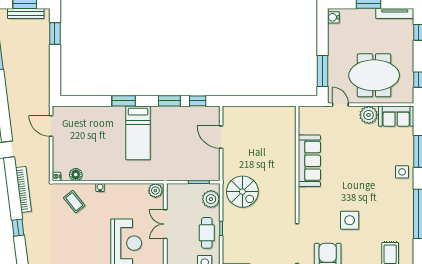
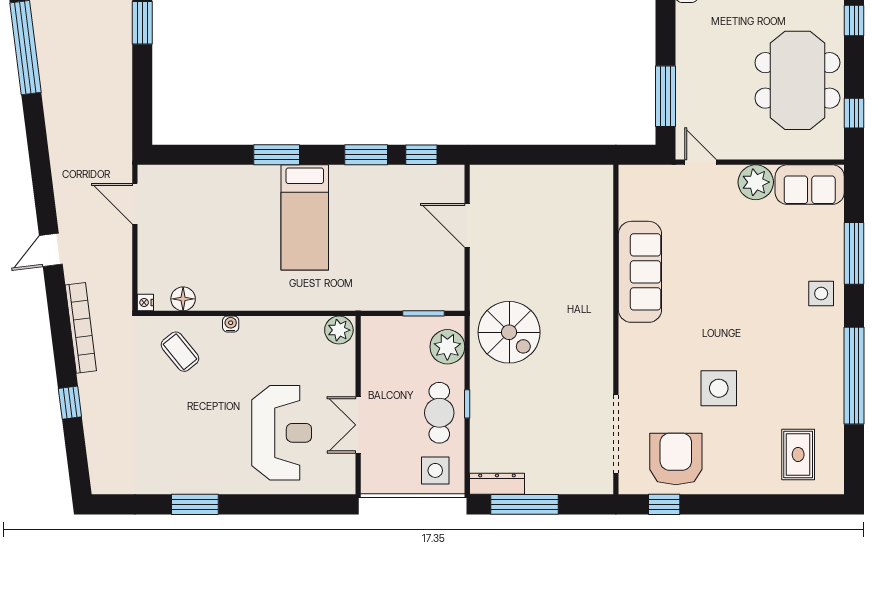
meeting table: (374, 75) -> (797, 80), moved, turned 90
double door: (165, 224) -> (358, 425), moved

